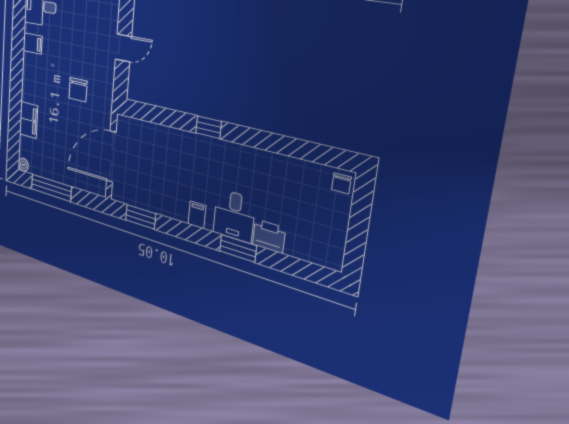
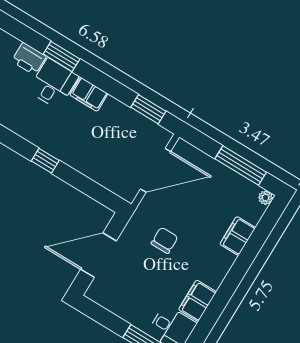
filing cabinet: (33, 43) -> (197, 301), width x2.00
door: (123, 48) -> (99, 255), width x1.88
filing cabinet: (197, 215) -> (89, 94), width x2.00

